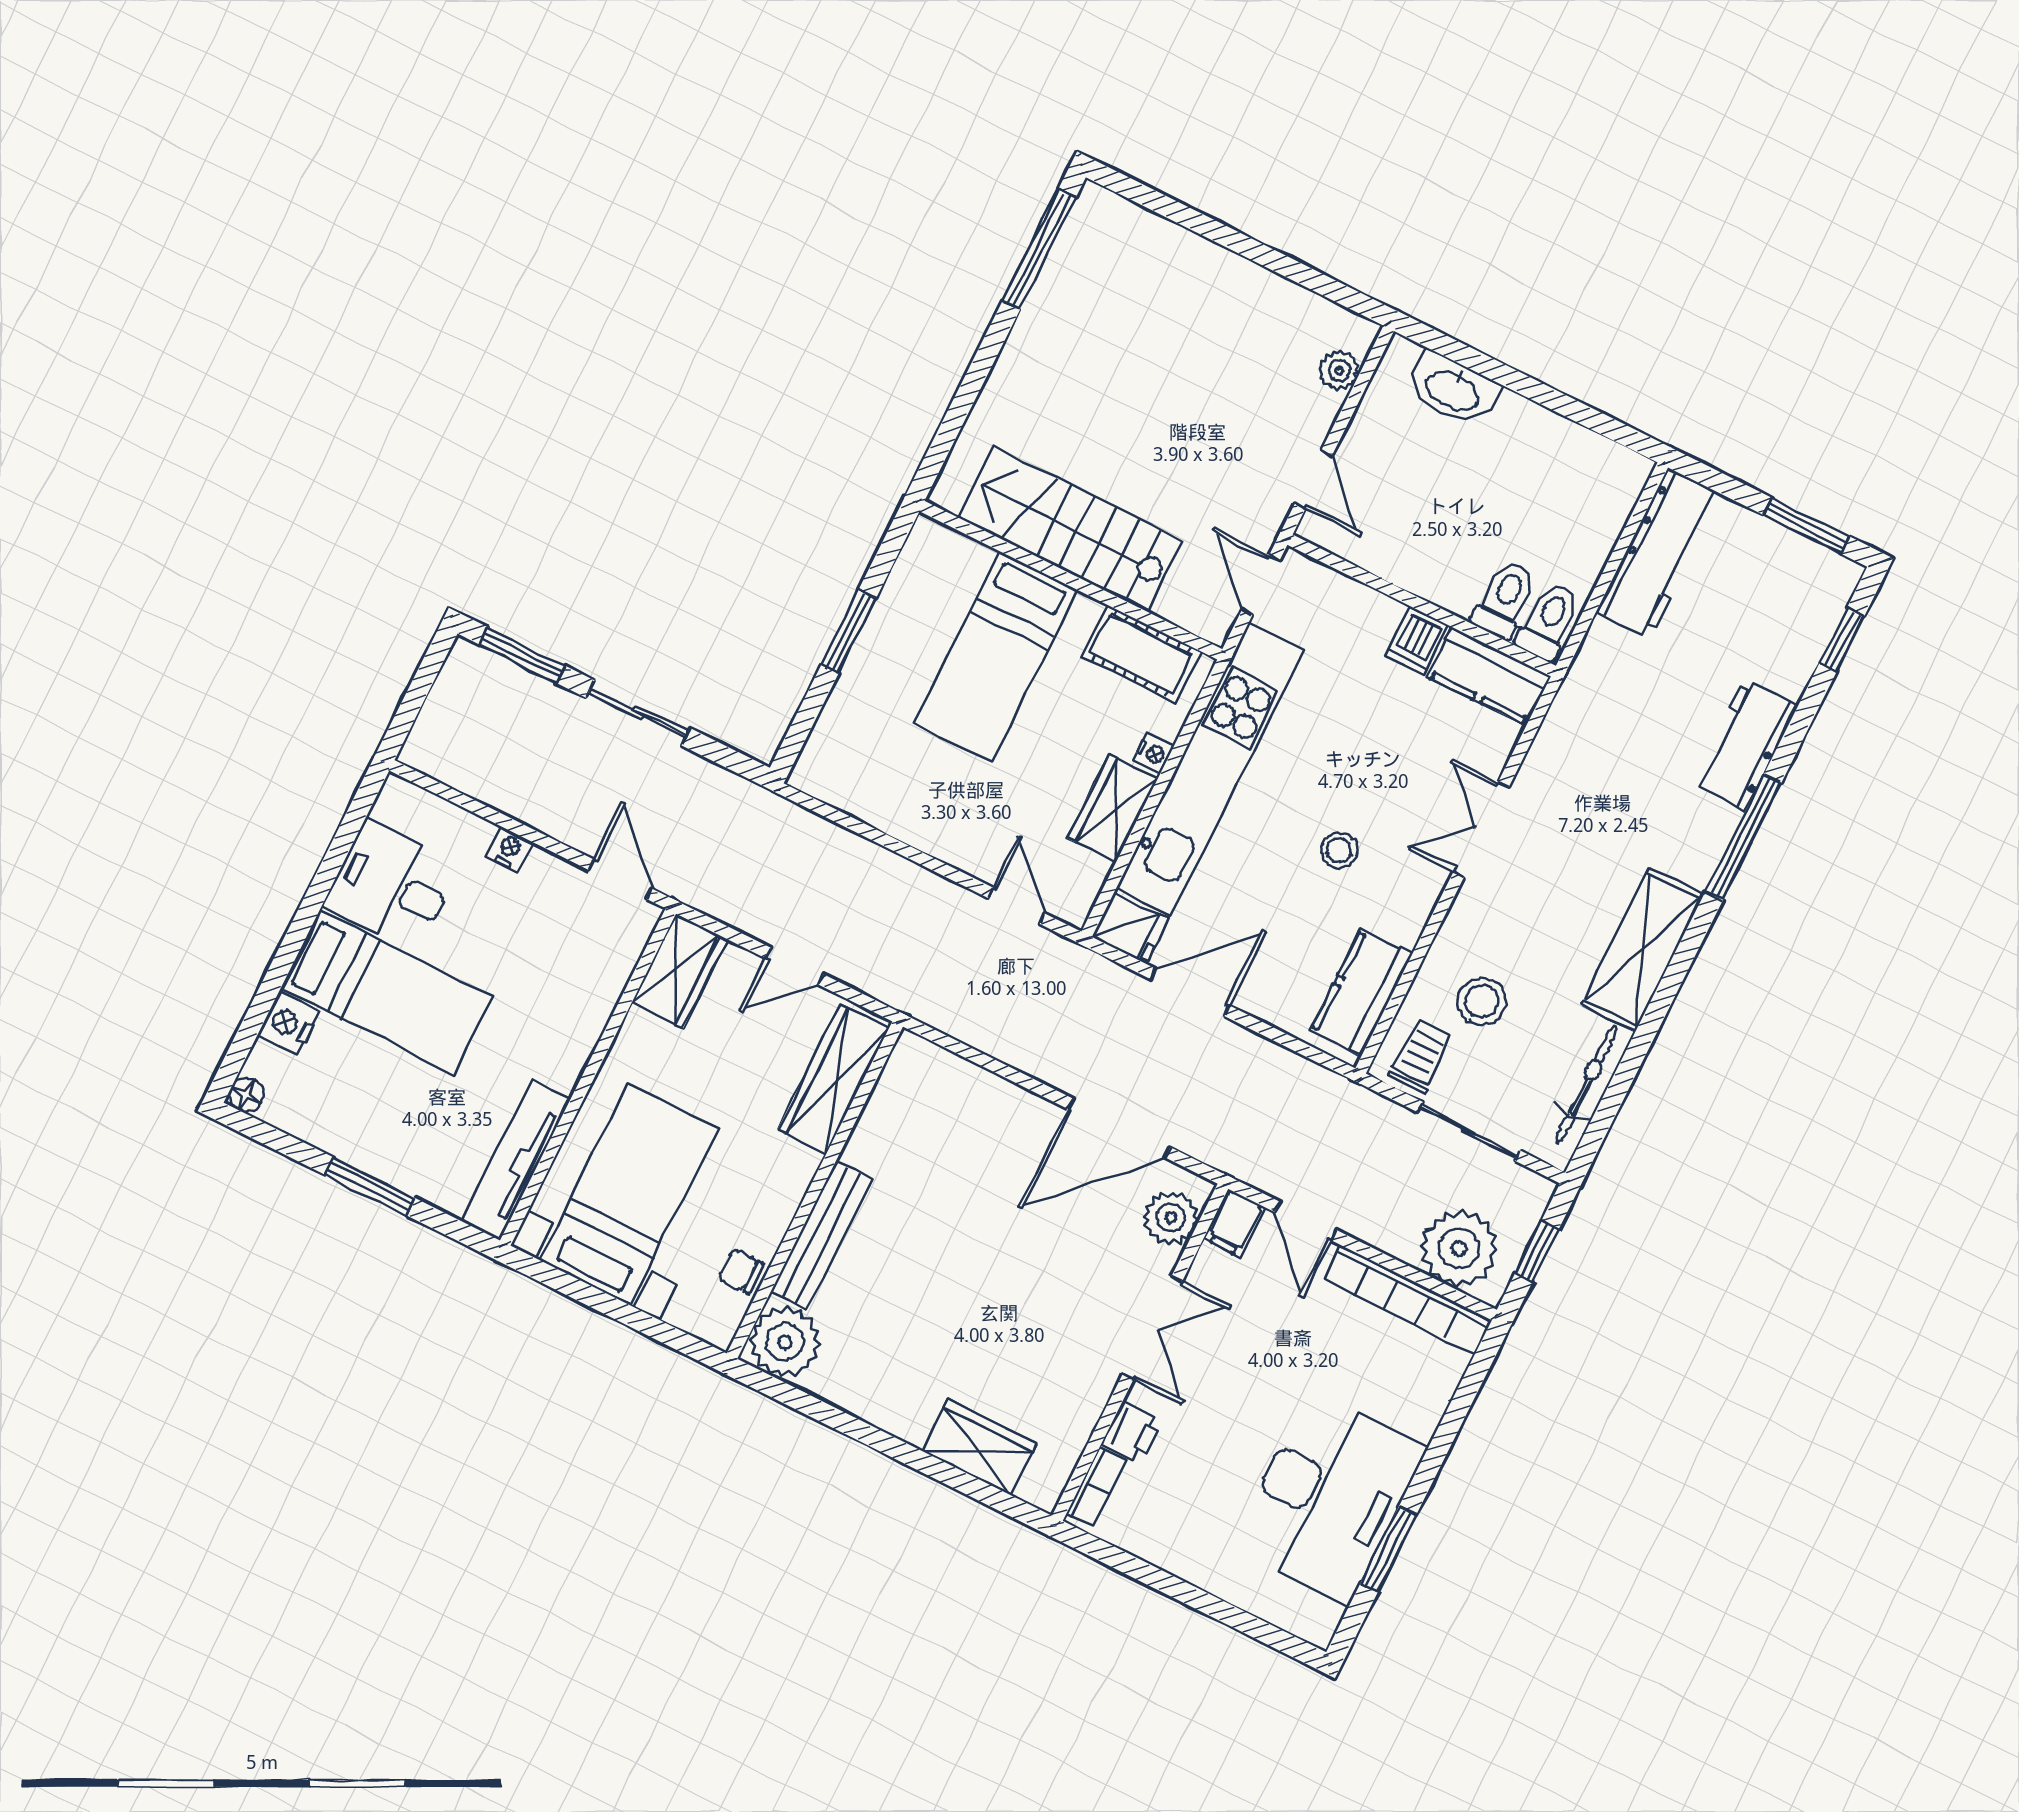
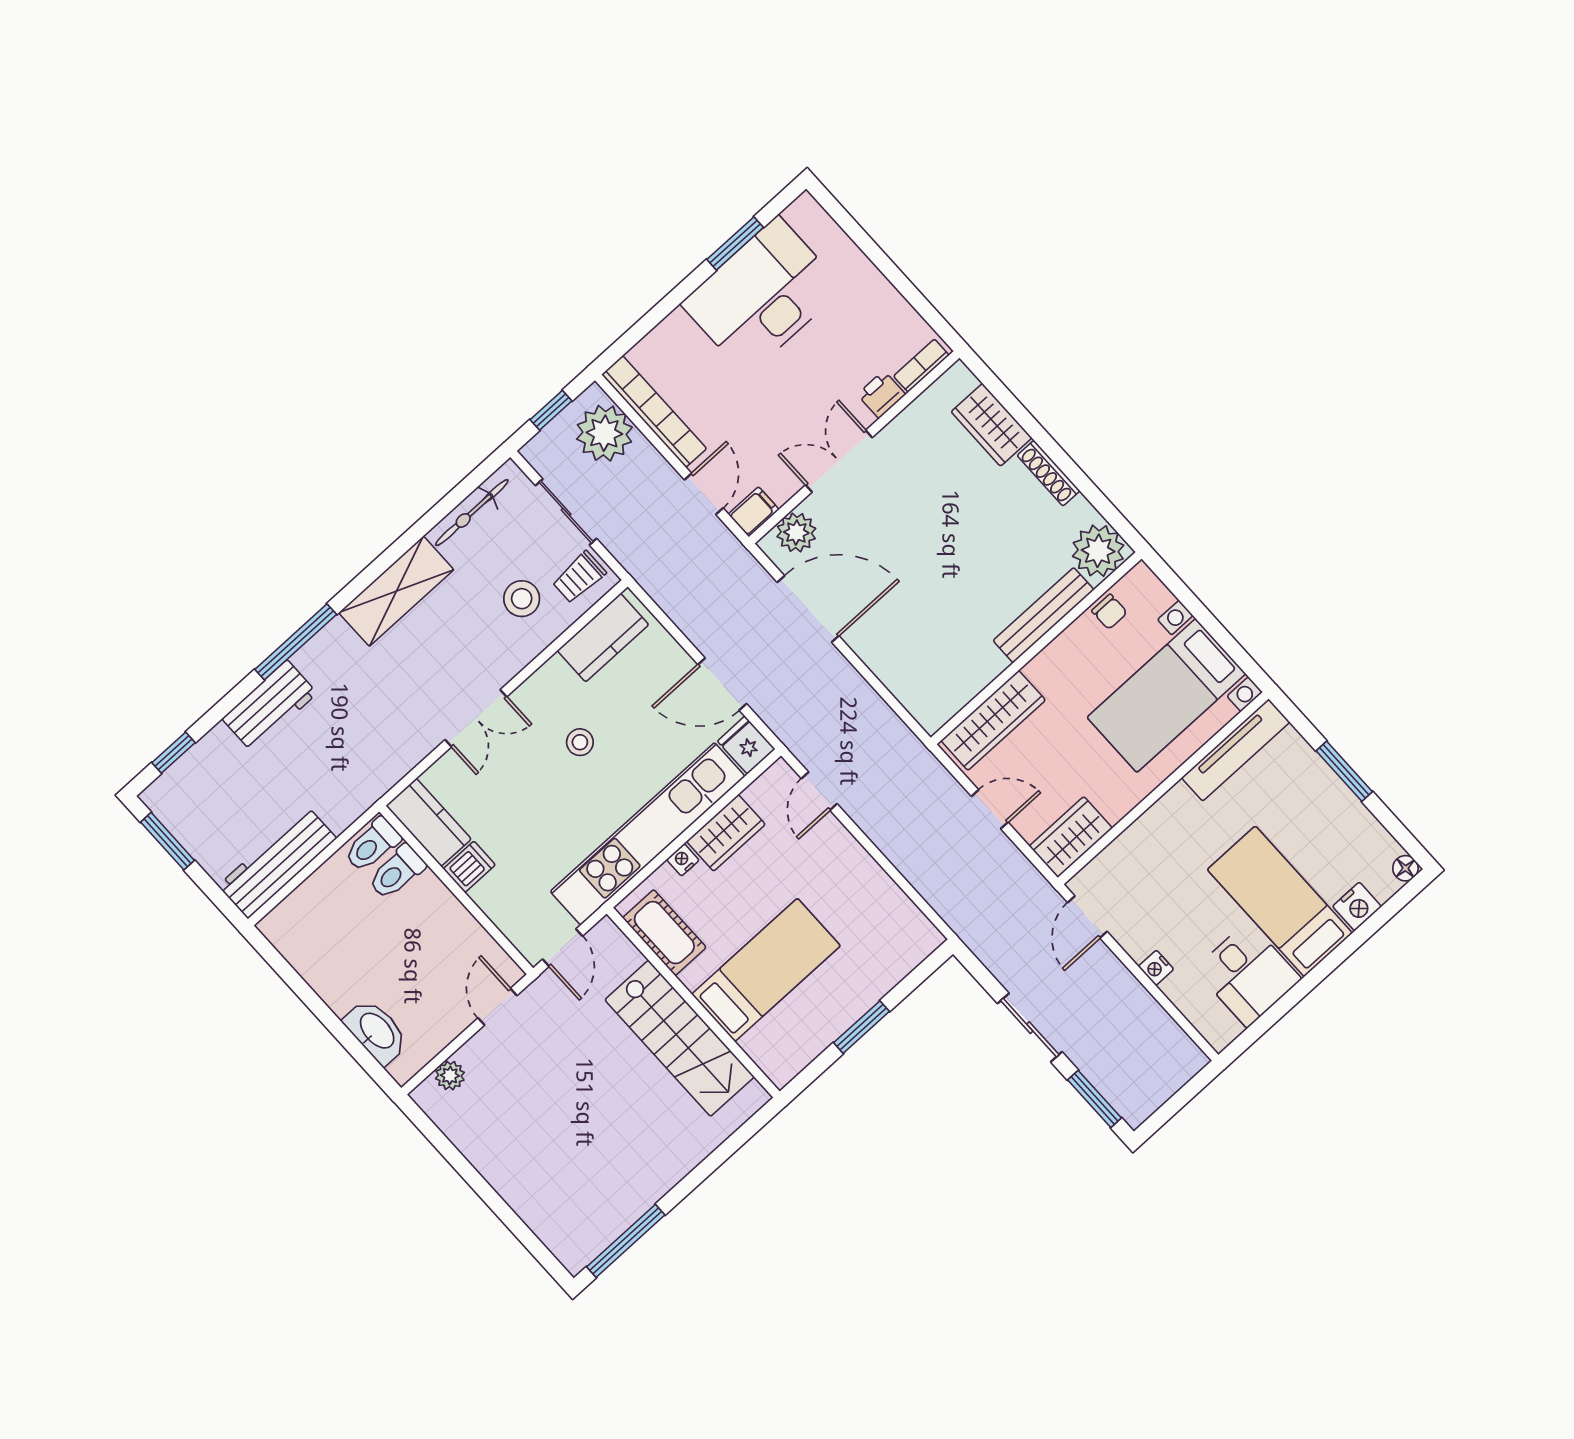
shoe rack: (885, 1415) -> (1049, 473), added

